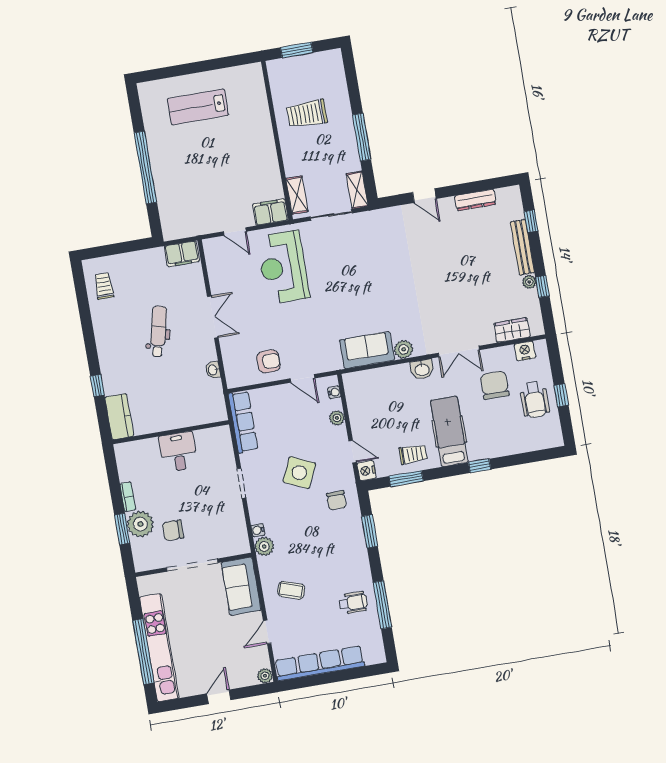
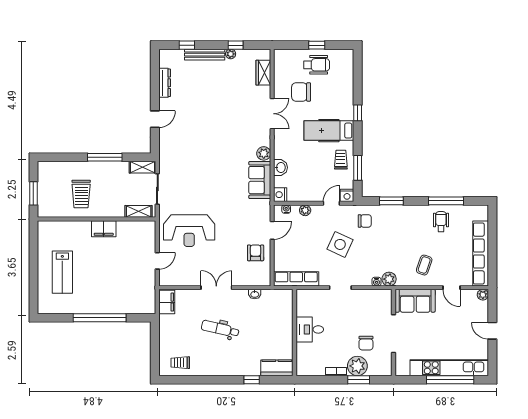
filing cabinet: (270, 212) -> (104, 229), moved, turned -90
nightstand: (525, 351) -> (280, 195), moved
washbasin: (422, 369) -> (281, 167), moved

